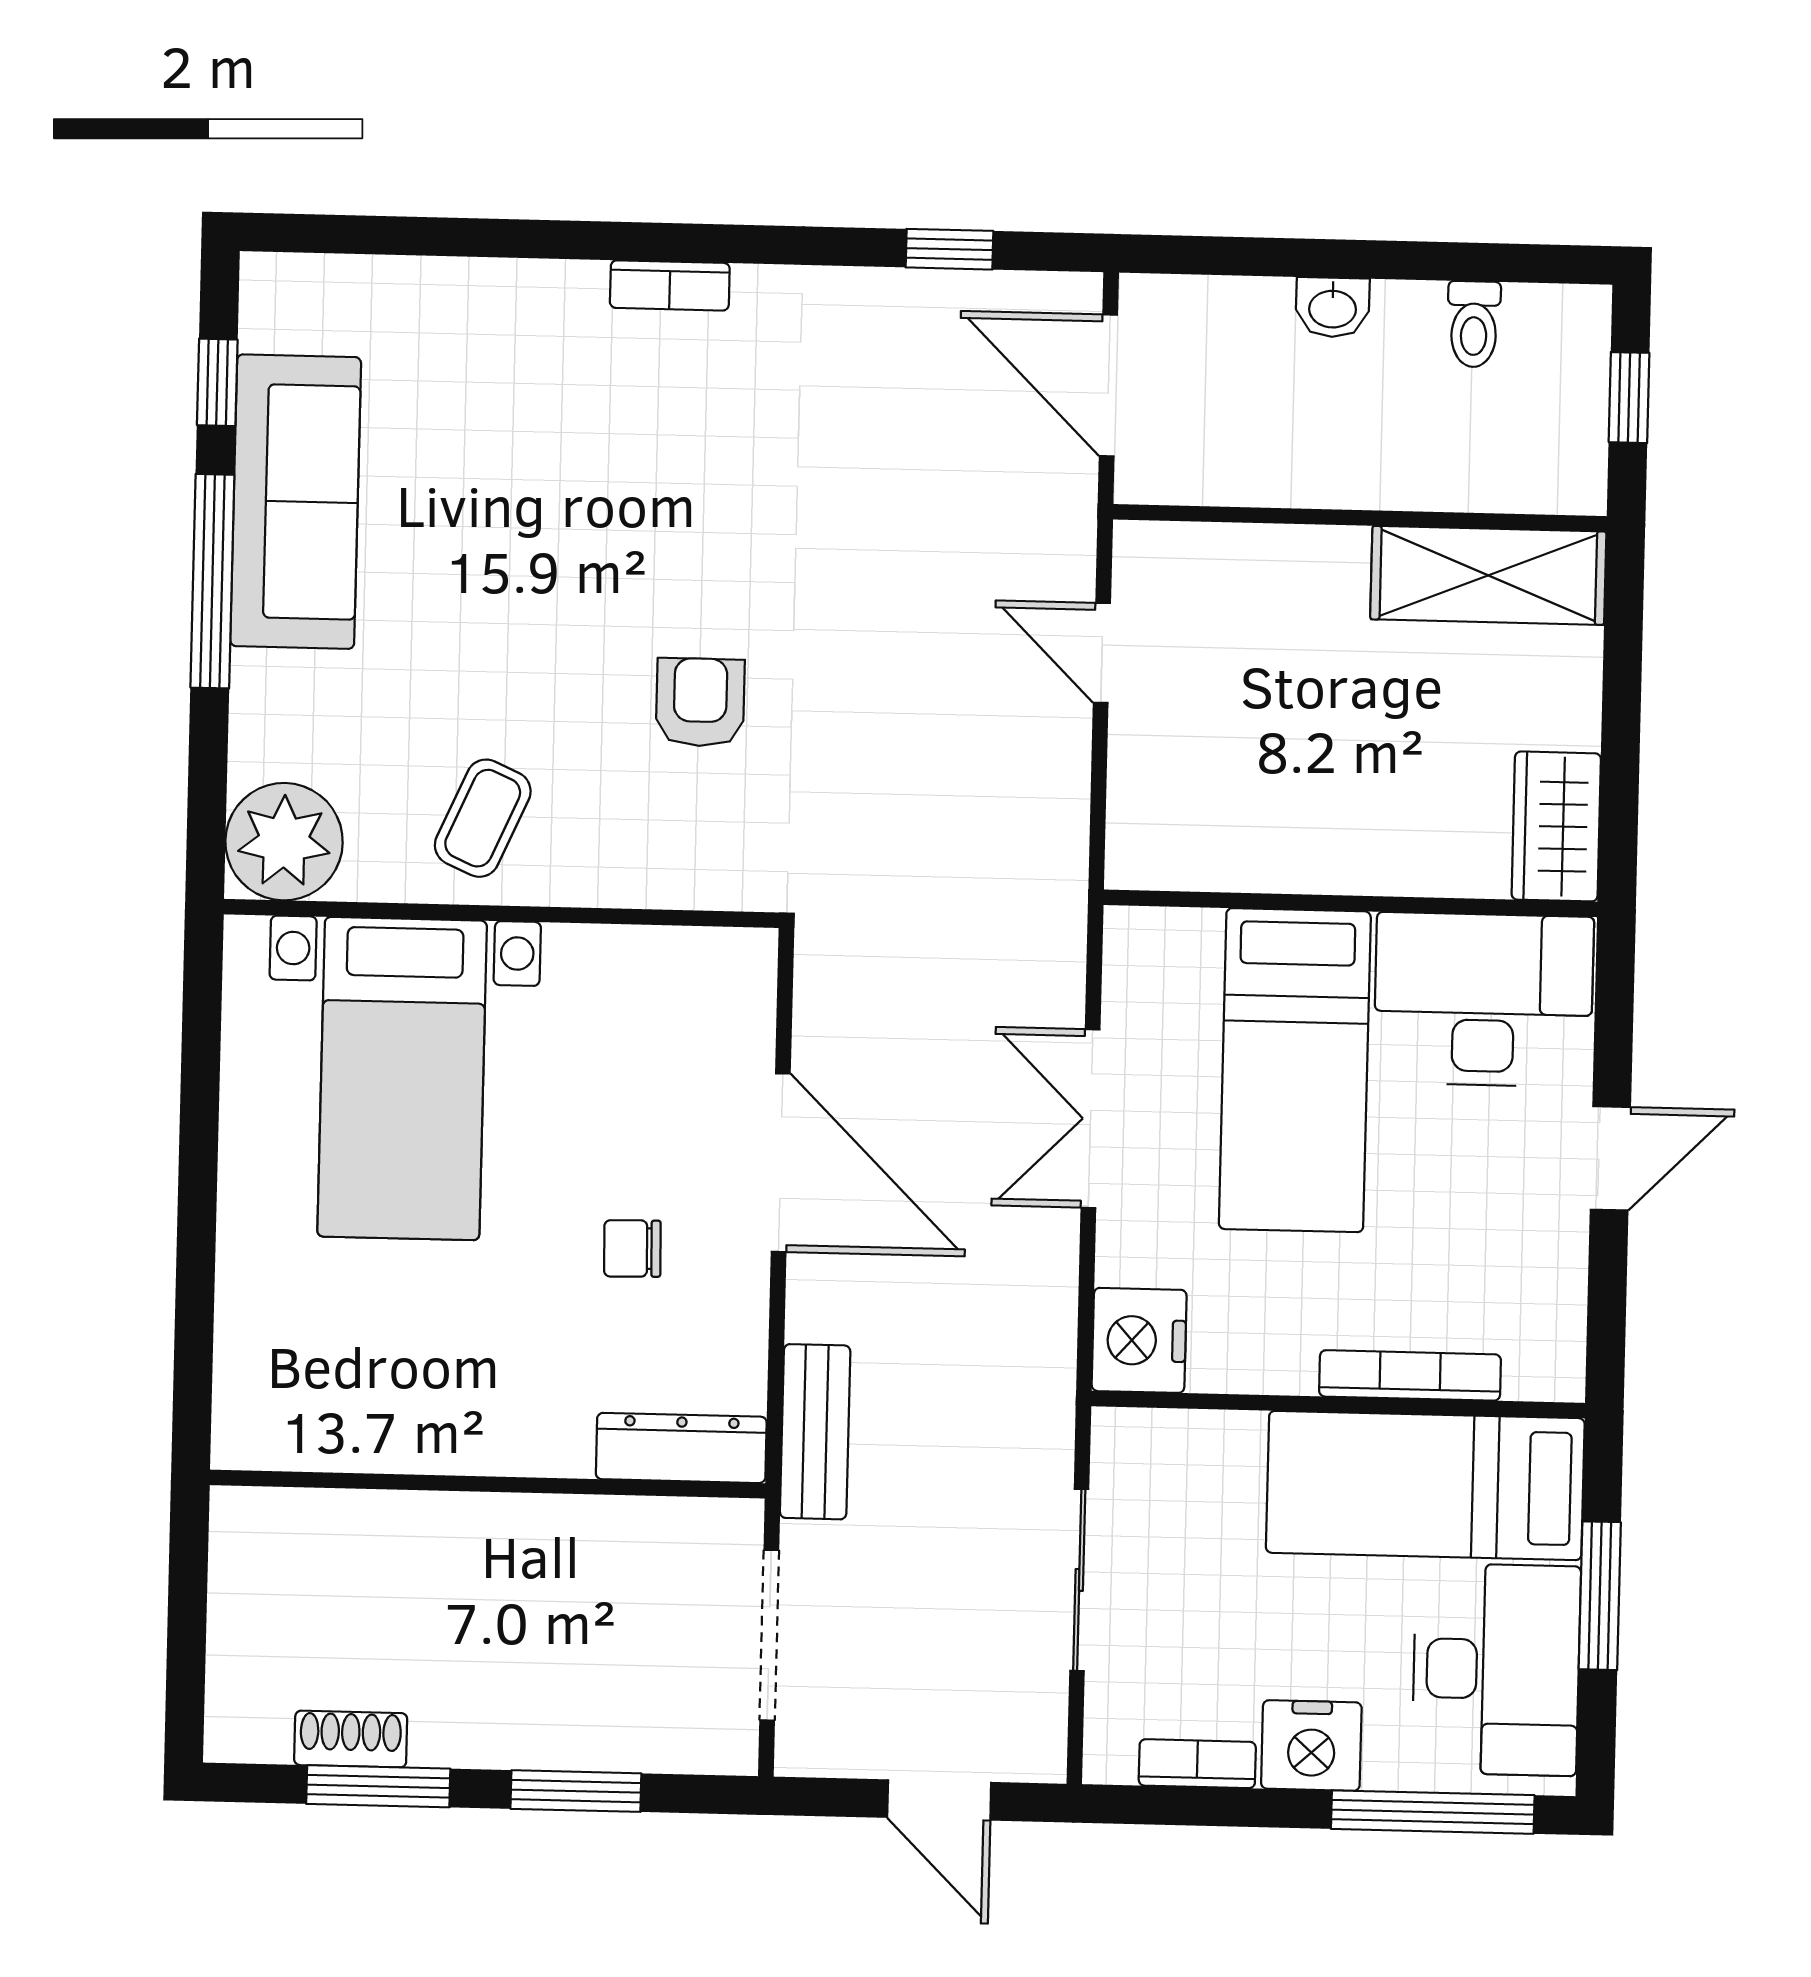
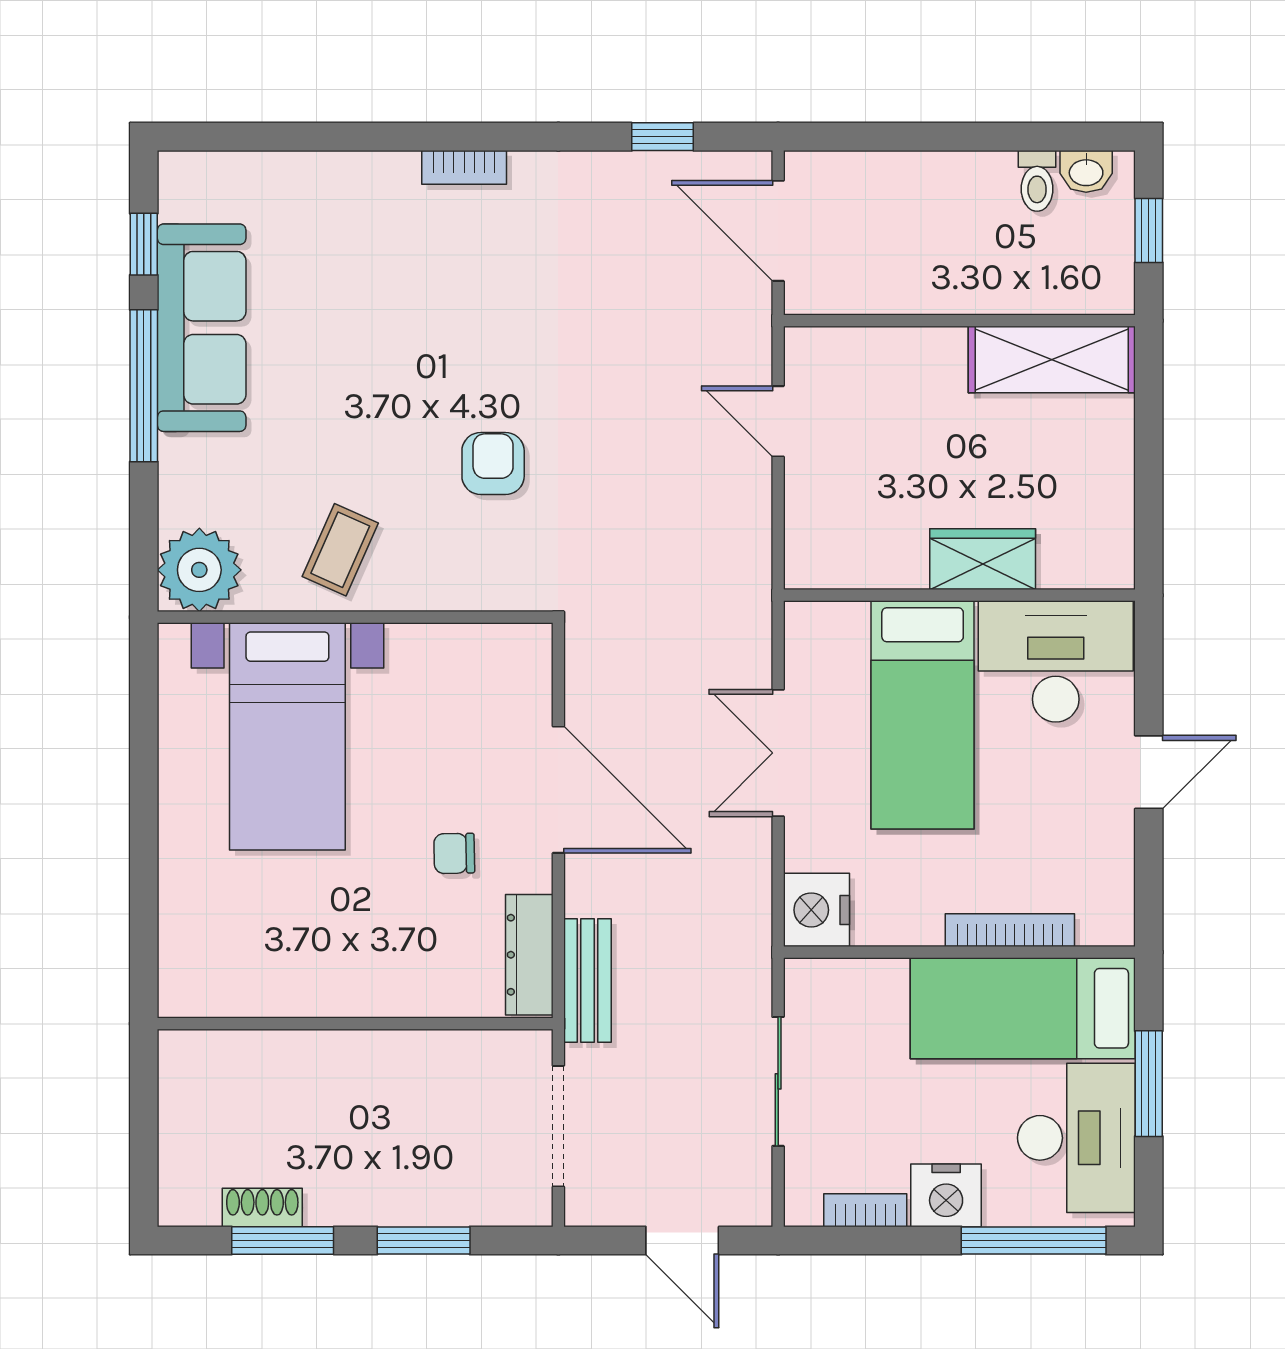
washbasin: (1333, 307) -> (1086, 171), moved
wardrobe: (1556, 826) -> (983, 559), moved, turned 90
dresser: (681, 1448) -> (529, 955), moved, turned -90

